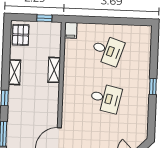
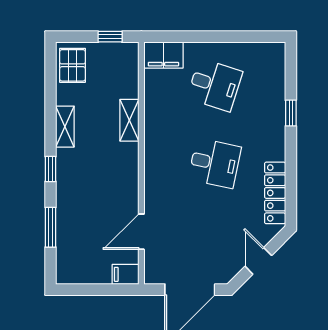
filing cabinet: (71, 30) -> (163, 55), width x2.00
window: (153, 87) -> (291, 113), moved
locker: (142, 118) -> (275, 193), added

